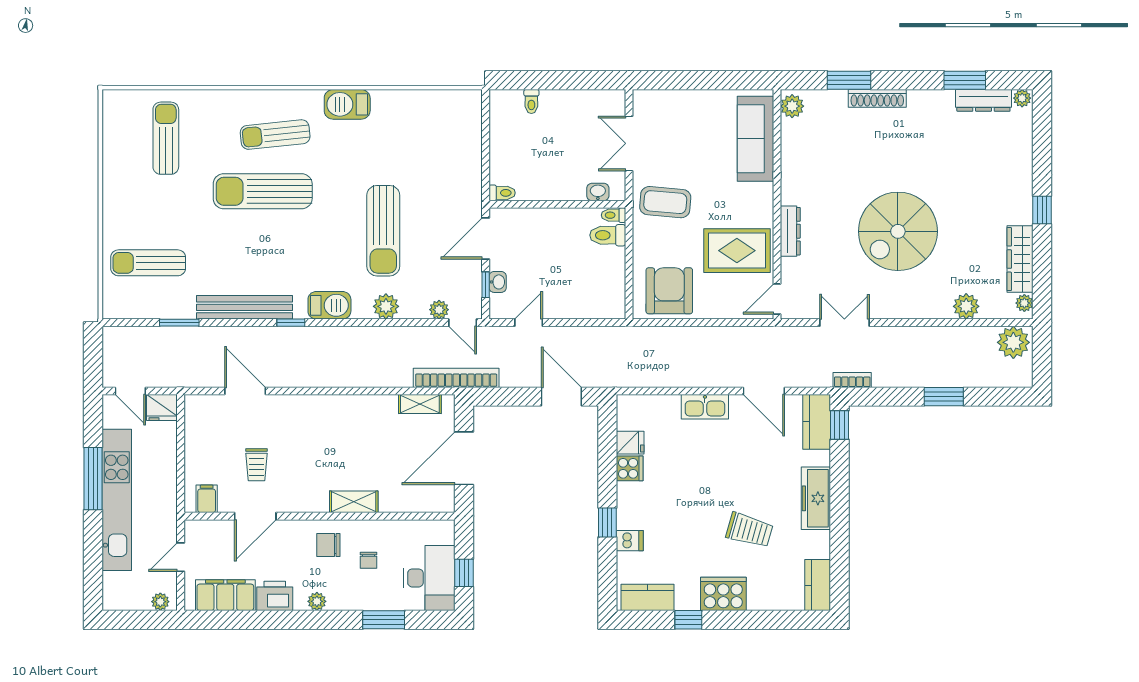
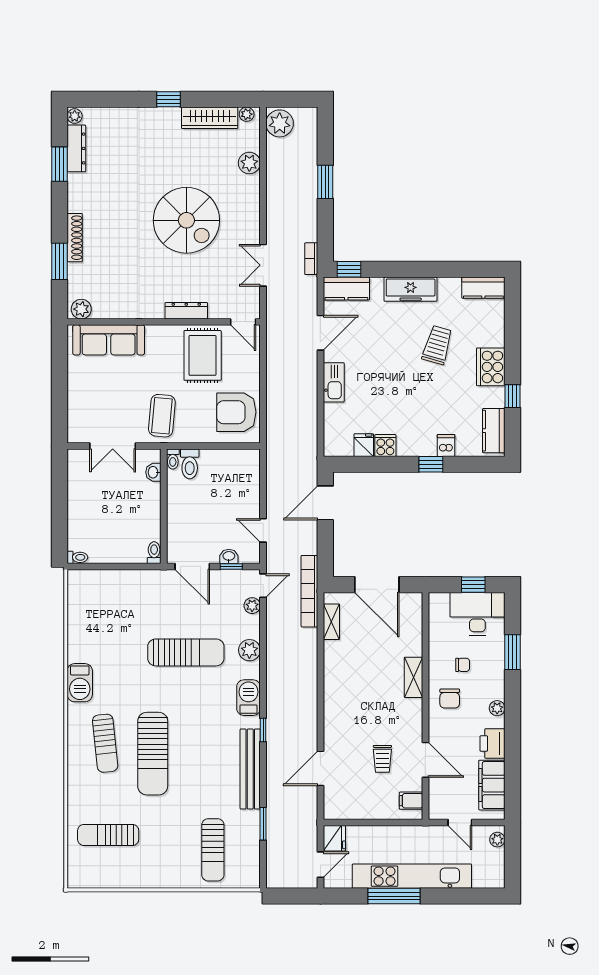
toilet: (531, 102) -> (77, 557), moved
trolley: (256, 465) -> (382, 759), turned 90

